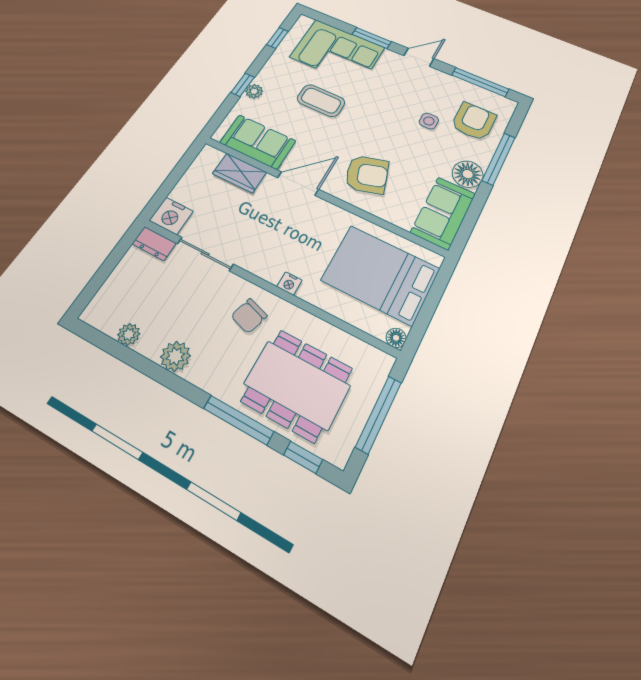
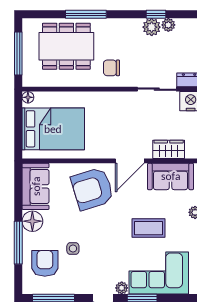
plant: (390, 57) -> (122, 288), added
armchair: (474, 121) -> (45, 263), turned 180
armchair: (367, 175) -> (92, 189), width x1.36, depth x1.36
nightstand: (289, 283) -> (100, 97), removed
chair: (249, 316) -> (111, 68), turned -107
plant: (175, 356) -> (152, 27), moved
window: (303, 457) -> (156, 14), moved

